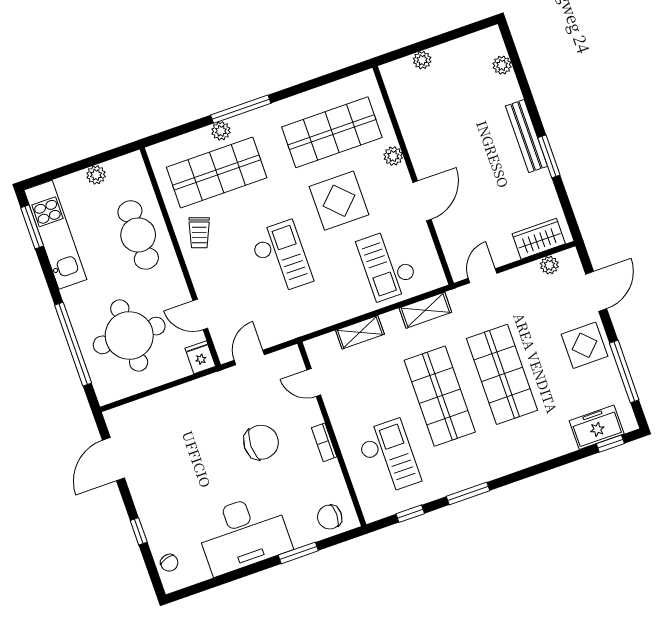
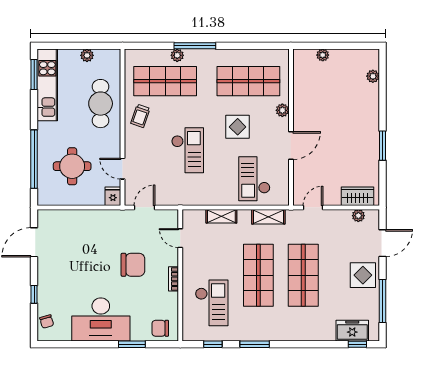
bench: (526, 136) -> (373, 127), removed
display table: (339, 201) -> (238, 127), width x0.73, depth x0.73
round table: (129, 335) -> (72, 166), width x0.73, depth x0.73

